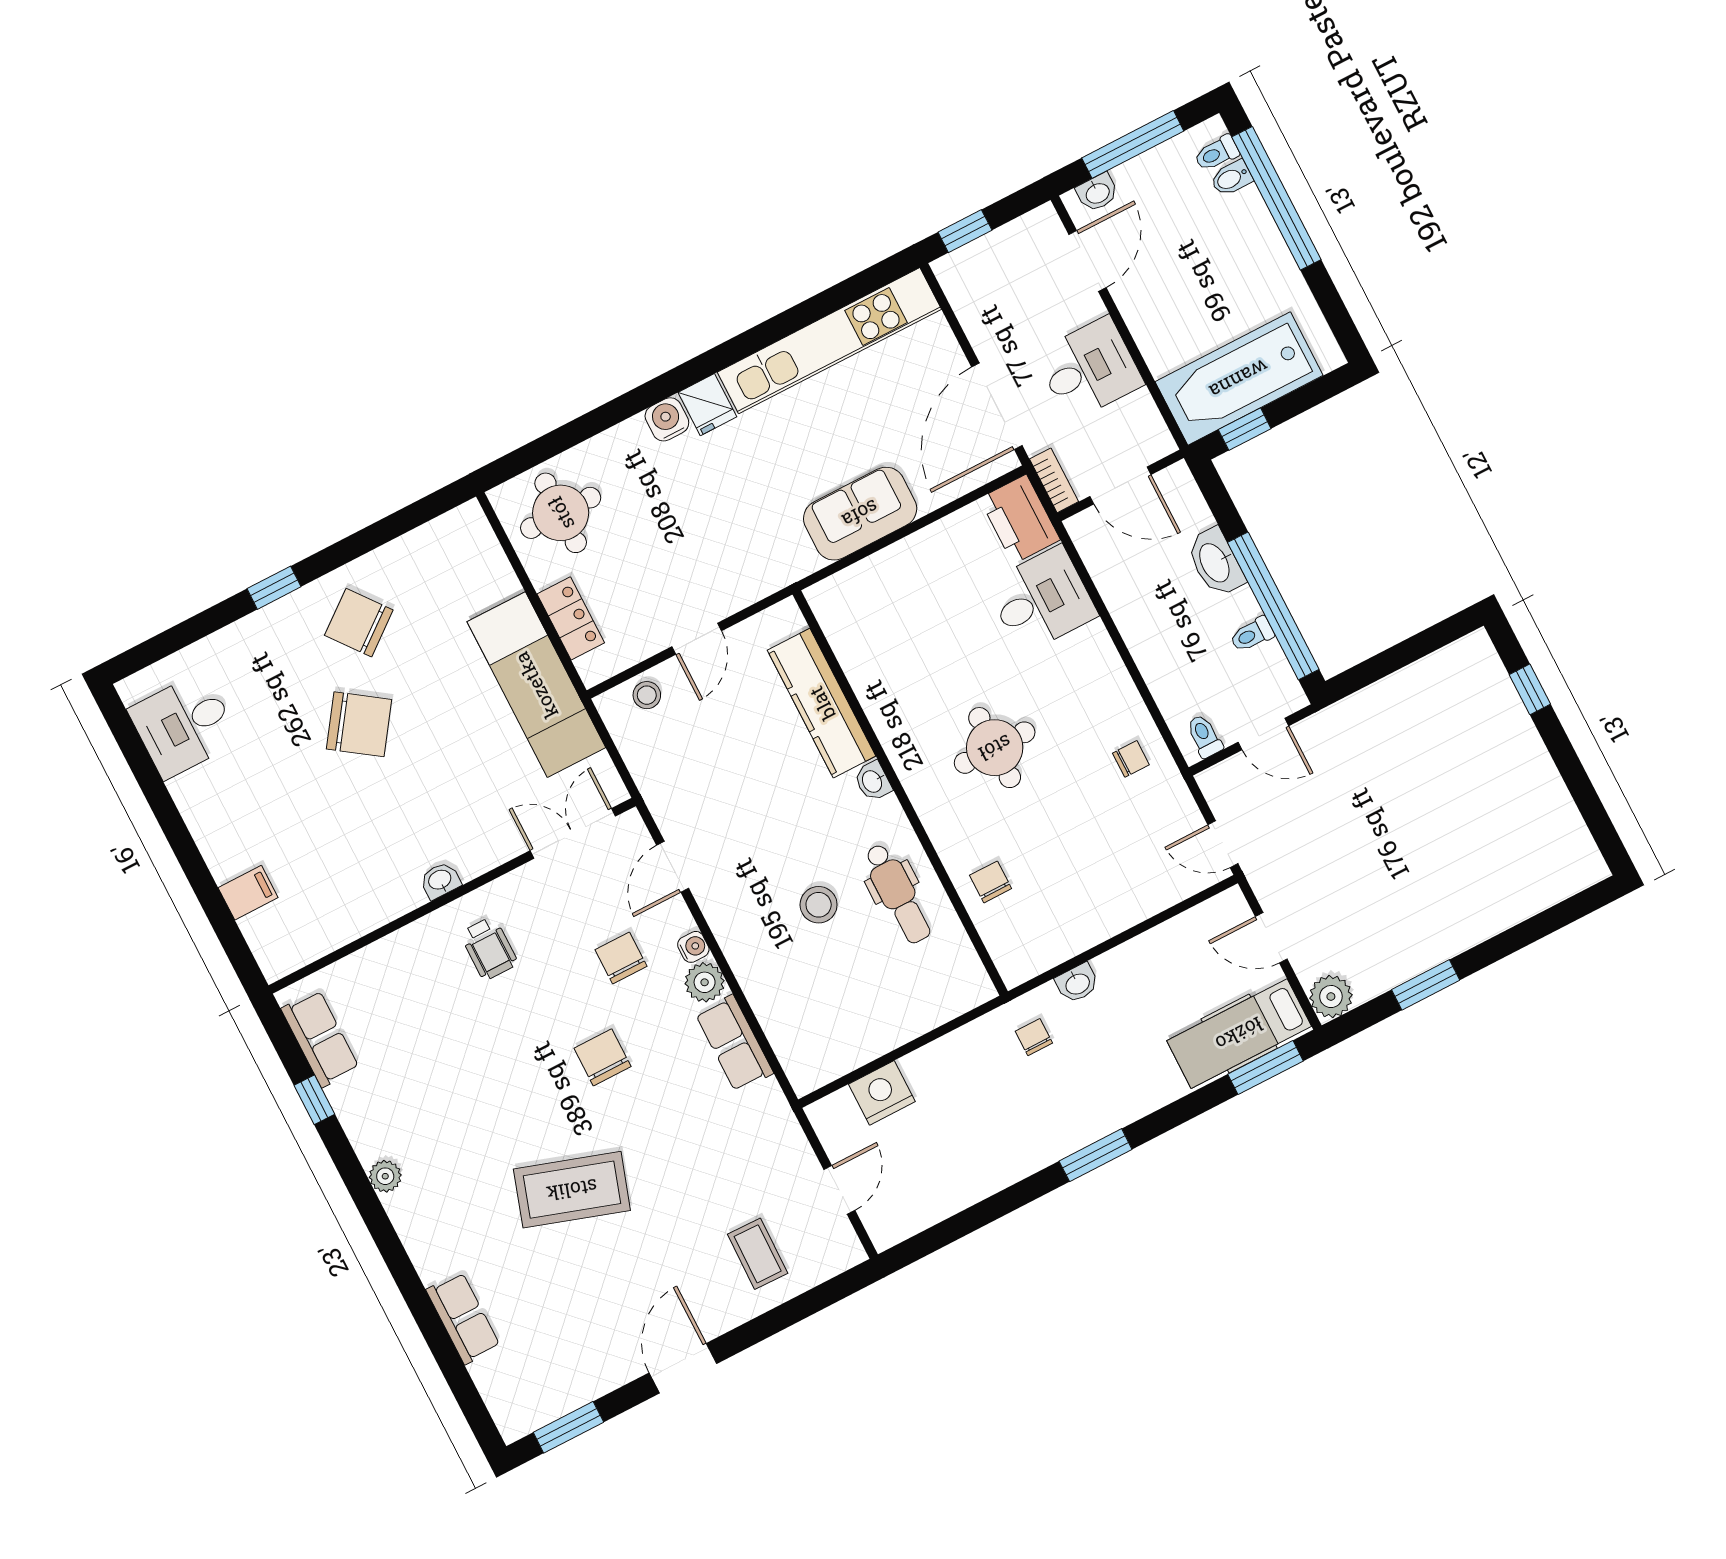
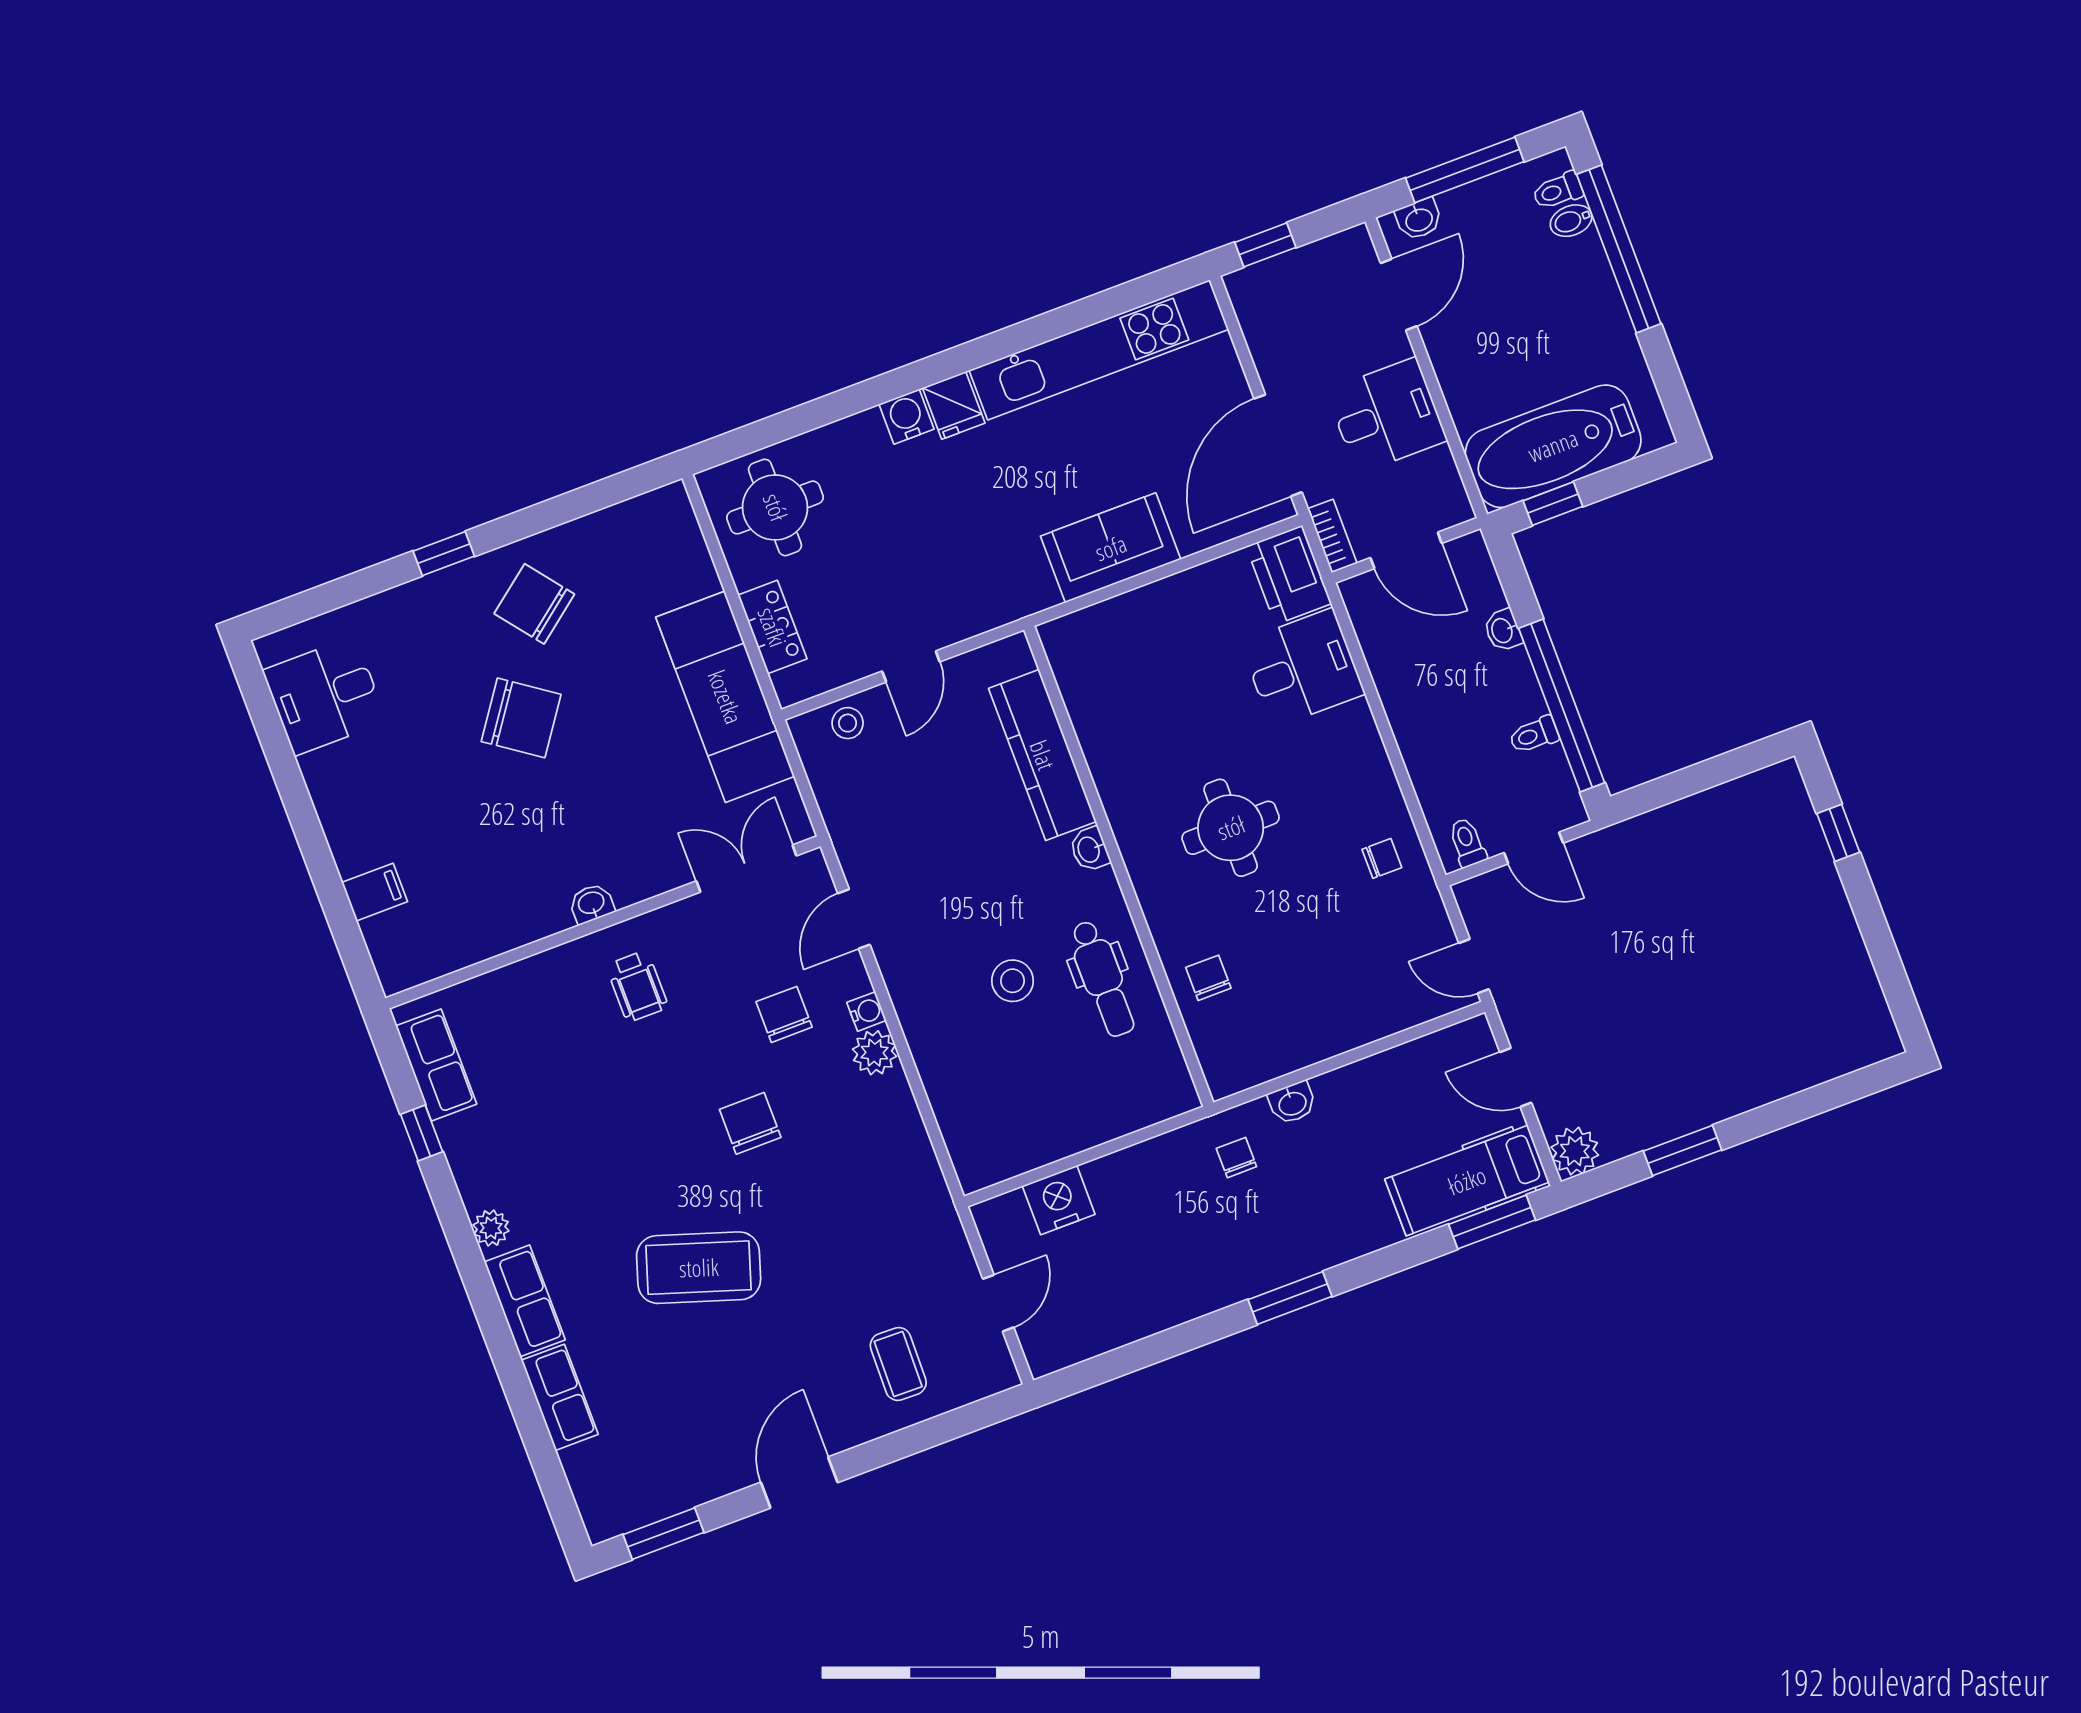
washbasin: (1215, 562) -> (1503, 630), width x0.52, depth x0.69
row of seats: (734, 1043) -> (525, 1301), moved, turned 180

